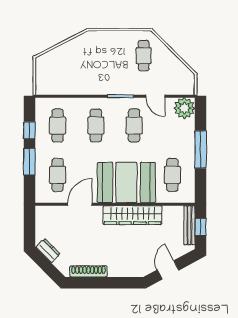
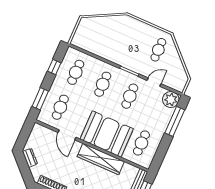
door: (155, 96) -> (154, 82), swing flipped
window: (200, 149) -> (175, 121), moved
window: (29, 162) -> (40, 99), moved
door: (80, 204) -> (67, 135), swing flipped

